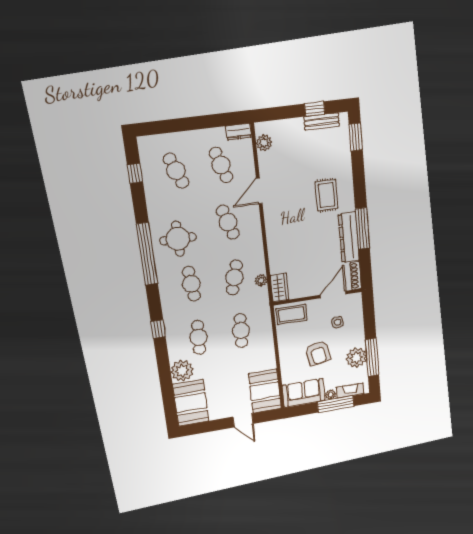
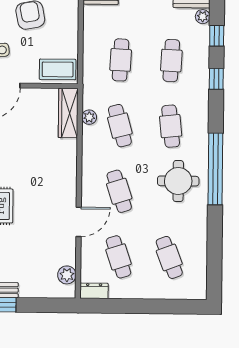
window: (135, 173) -> (217, 36), moved
cafe table: (234, 277) -> (120, 126), turned -30
wardrobe: (280, 288) -> (68, 113), width x1.50
plant: (182, 371) -> (203, 17), width x0.53, depth x0.53

